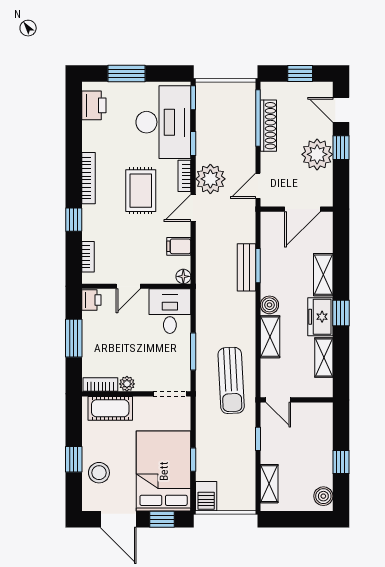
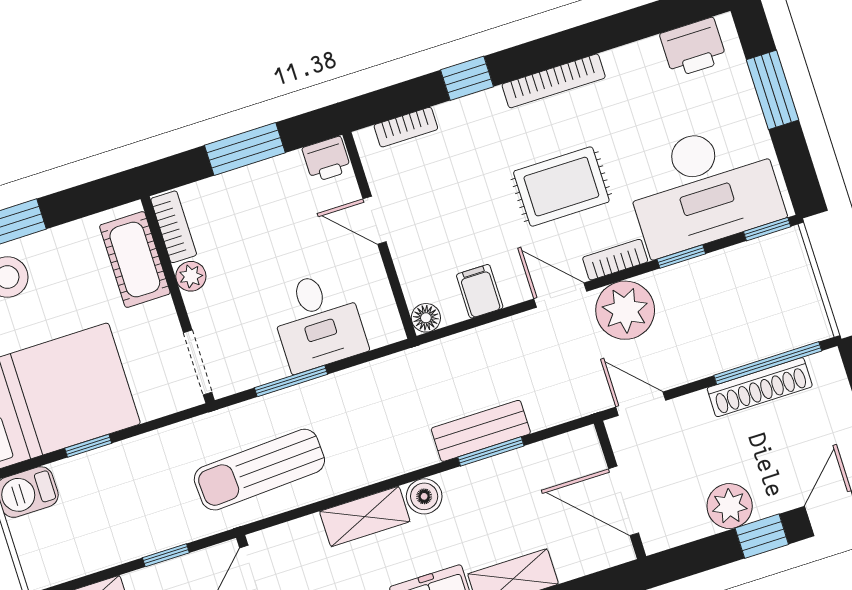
plant: (317, 154) -> (730, 506), width x0.73, depth x0.73
desk: (170, 311) -> (318, 321), moved, turned 90

